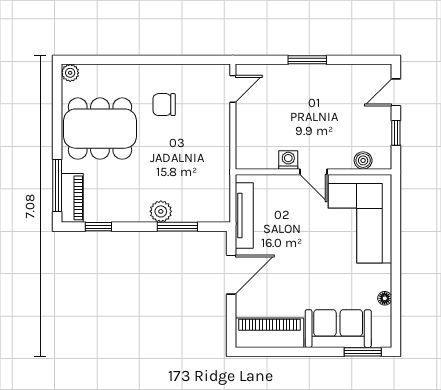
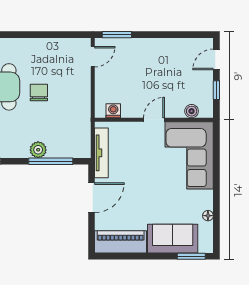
window: (307, 60) -> (117, 35), moved
chair: (164, 105) -> (39, 92), moved, turned 90
washing machine: (288, 160) -> (113, 111), moved
door: (313, 172) -> (154, 120), swing flipped
window: (177, 227) -> (51, 161), width x1.44

